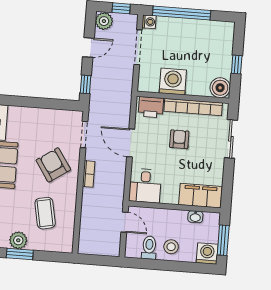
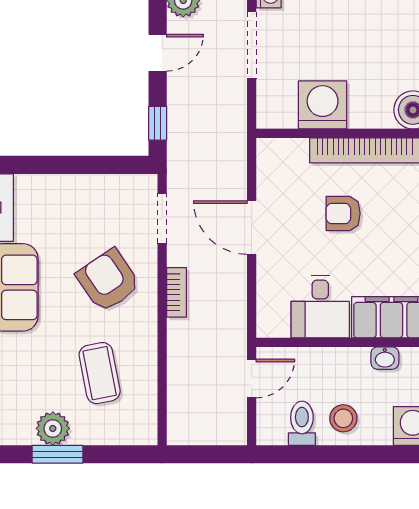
printer: (151, 107) -> (284, 157), removed
armchair: (179, 139) -> (343, 214), turned -90
desk: (145, 186) -> (320, 306), moved
door: (125, 222) -> (252, 379), hinge flipped

